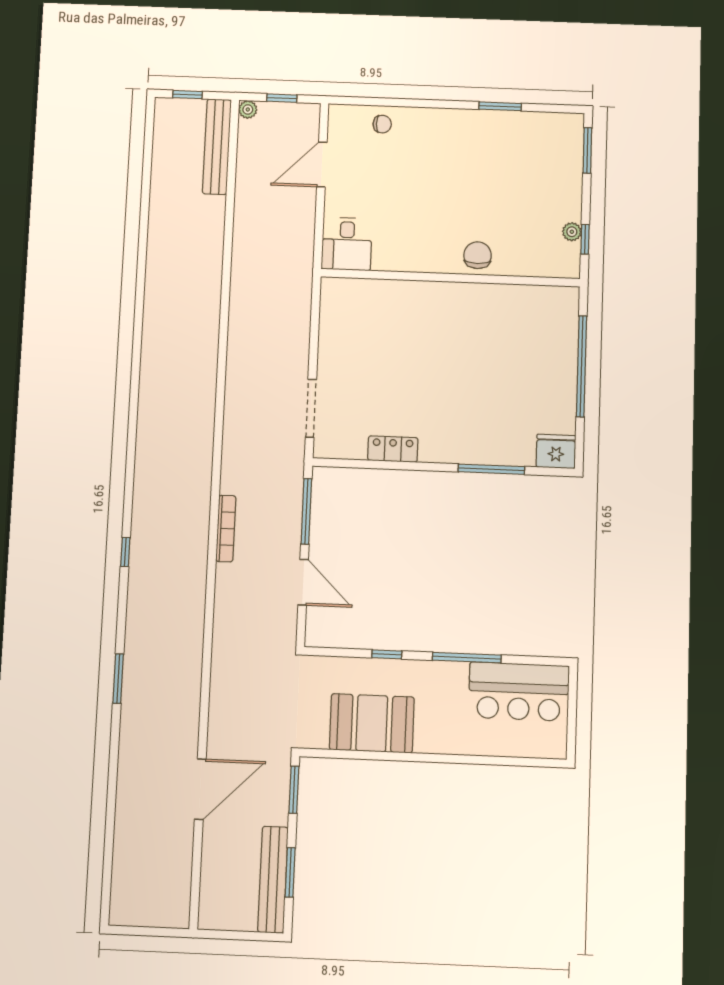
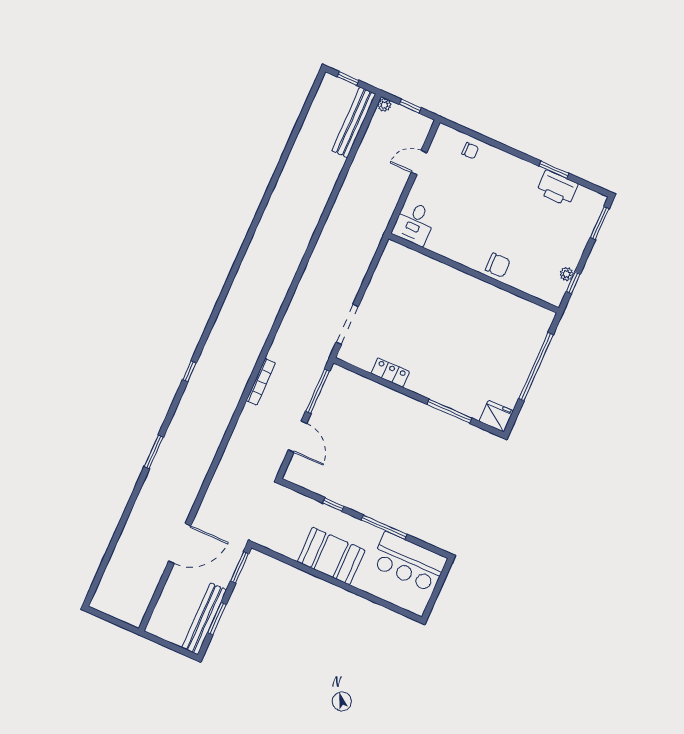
printer: (514, 128) -> (557, 188), added
door: (322, 165) -> (419, 162), width x0.73
chair: (478, 255) -> (498, 265), turned 90
booth: (372, 723) -> (331, 556), moved

